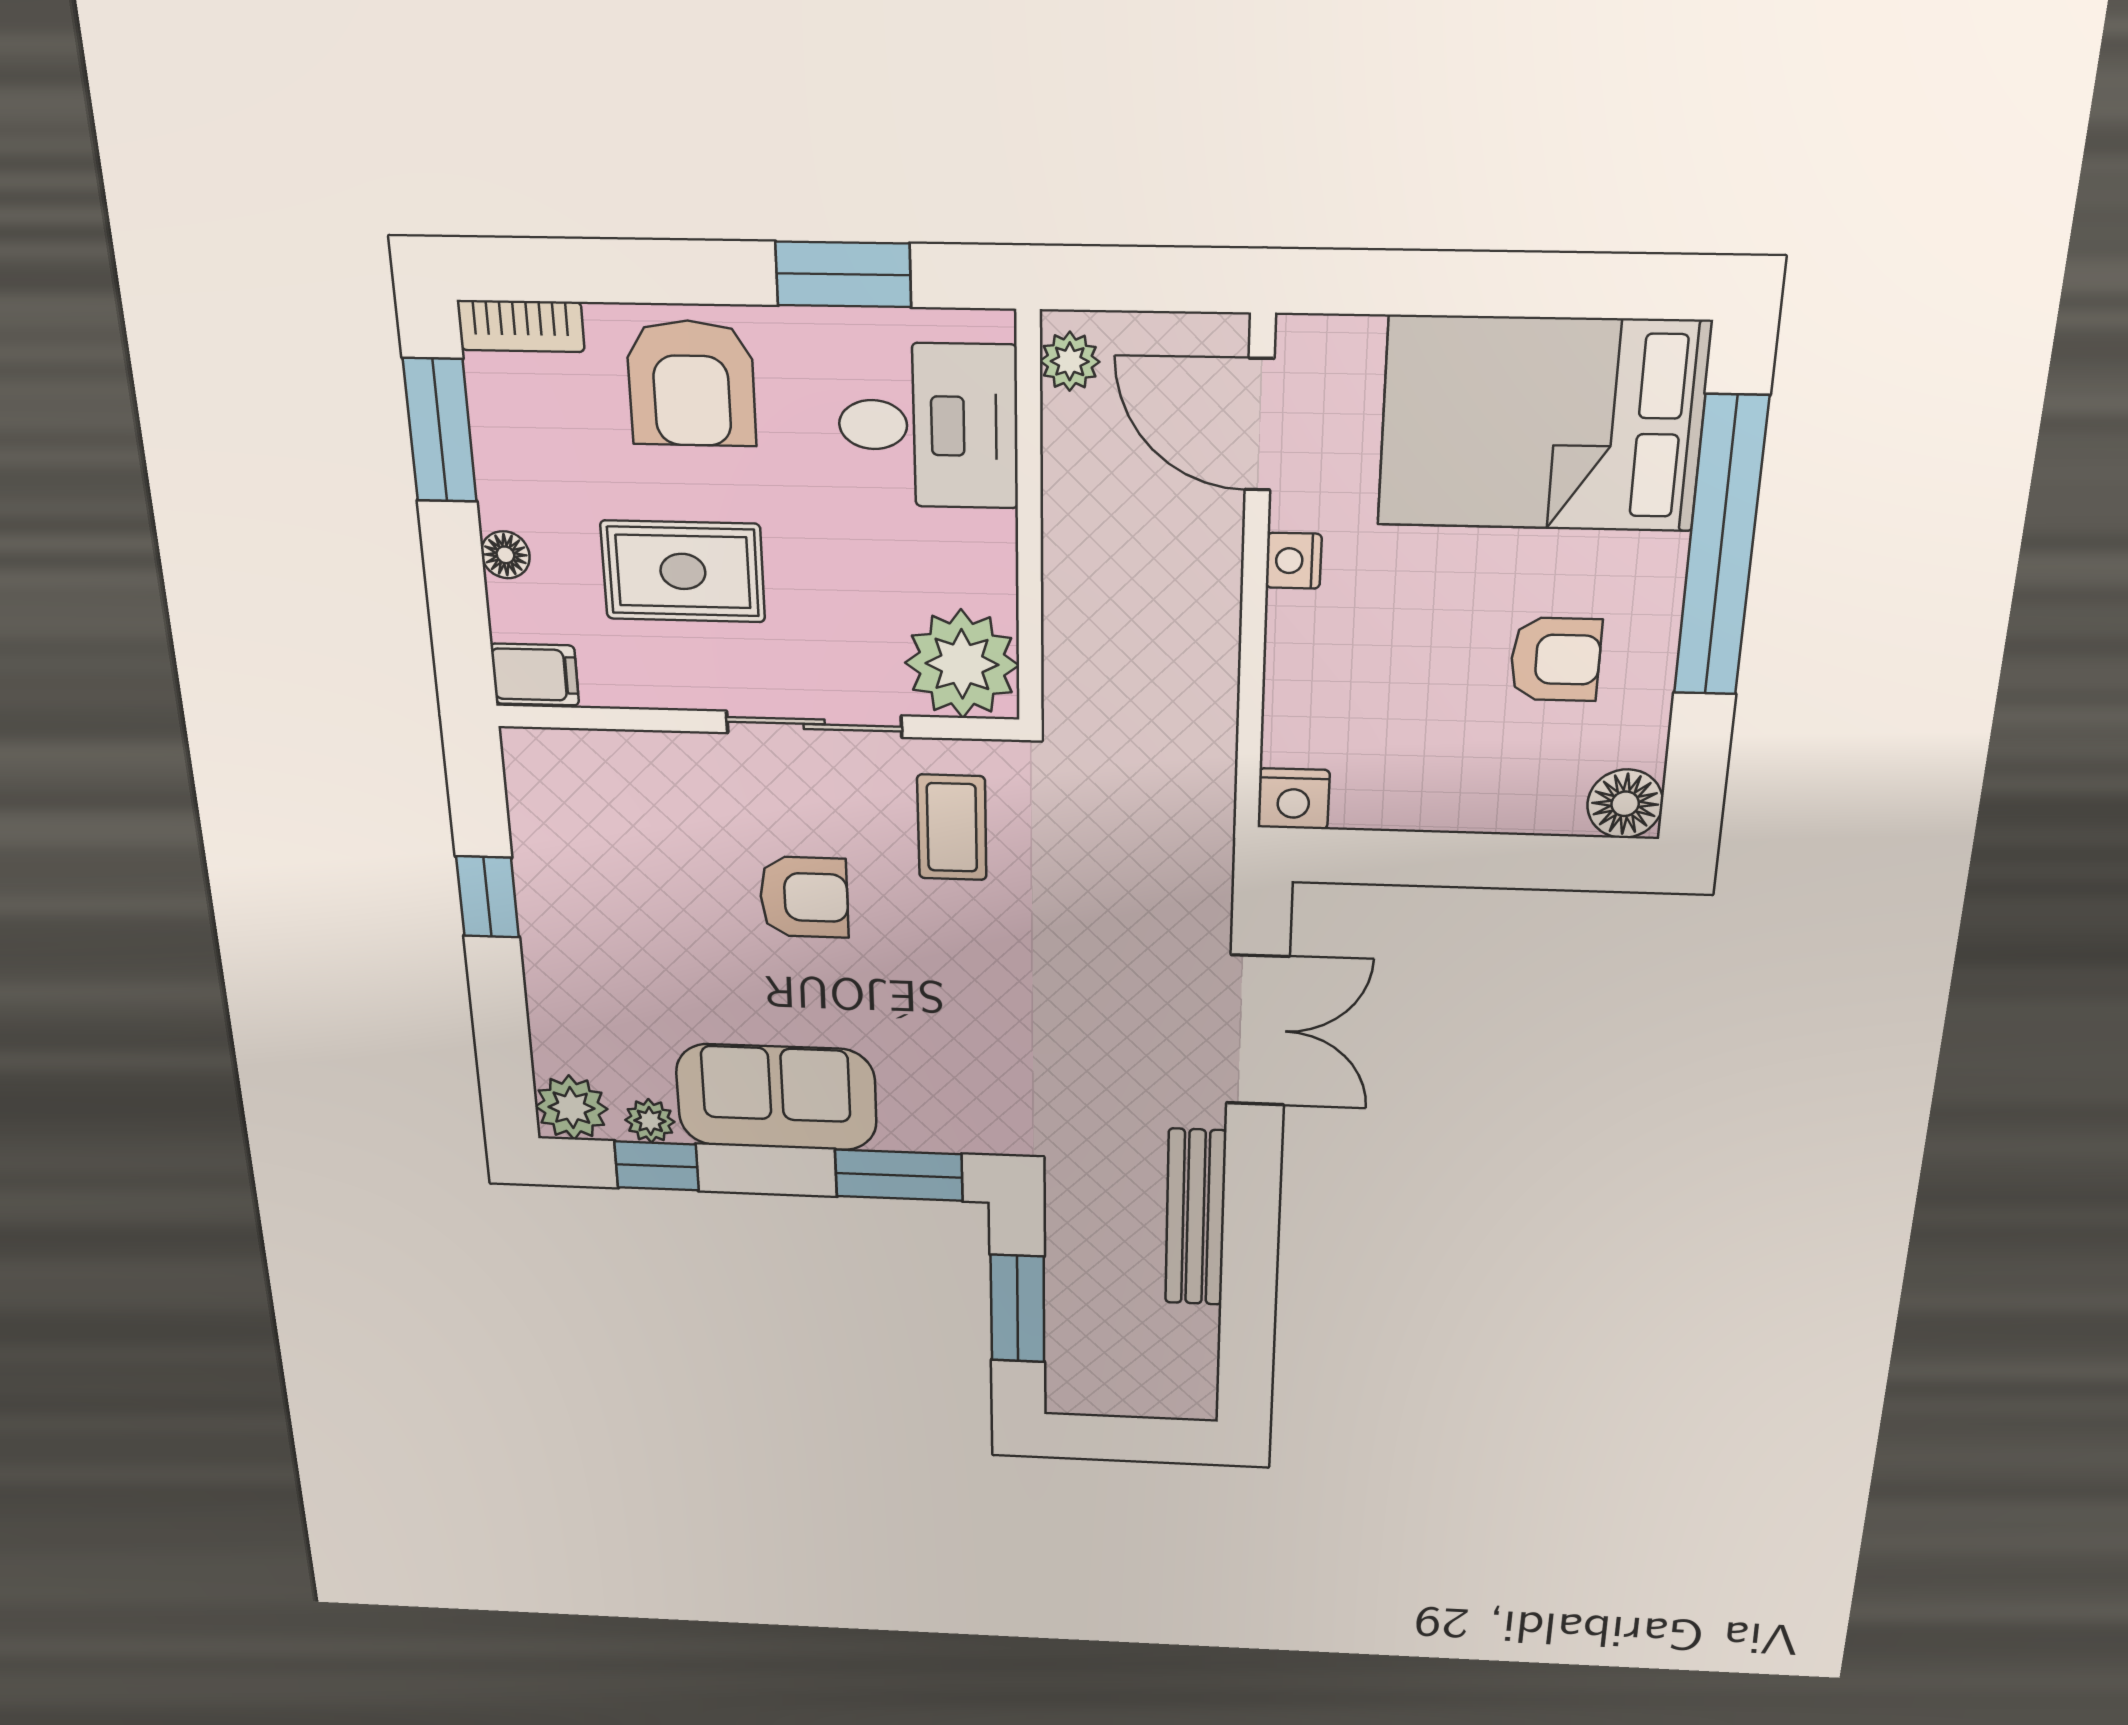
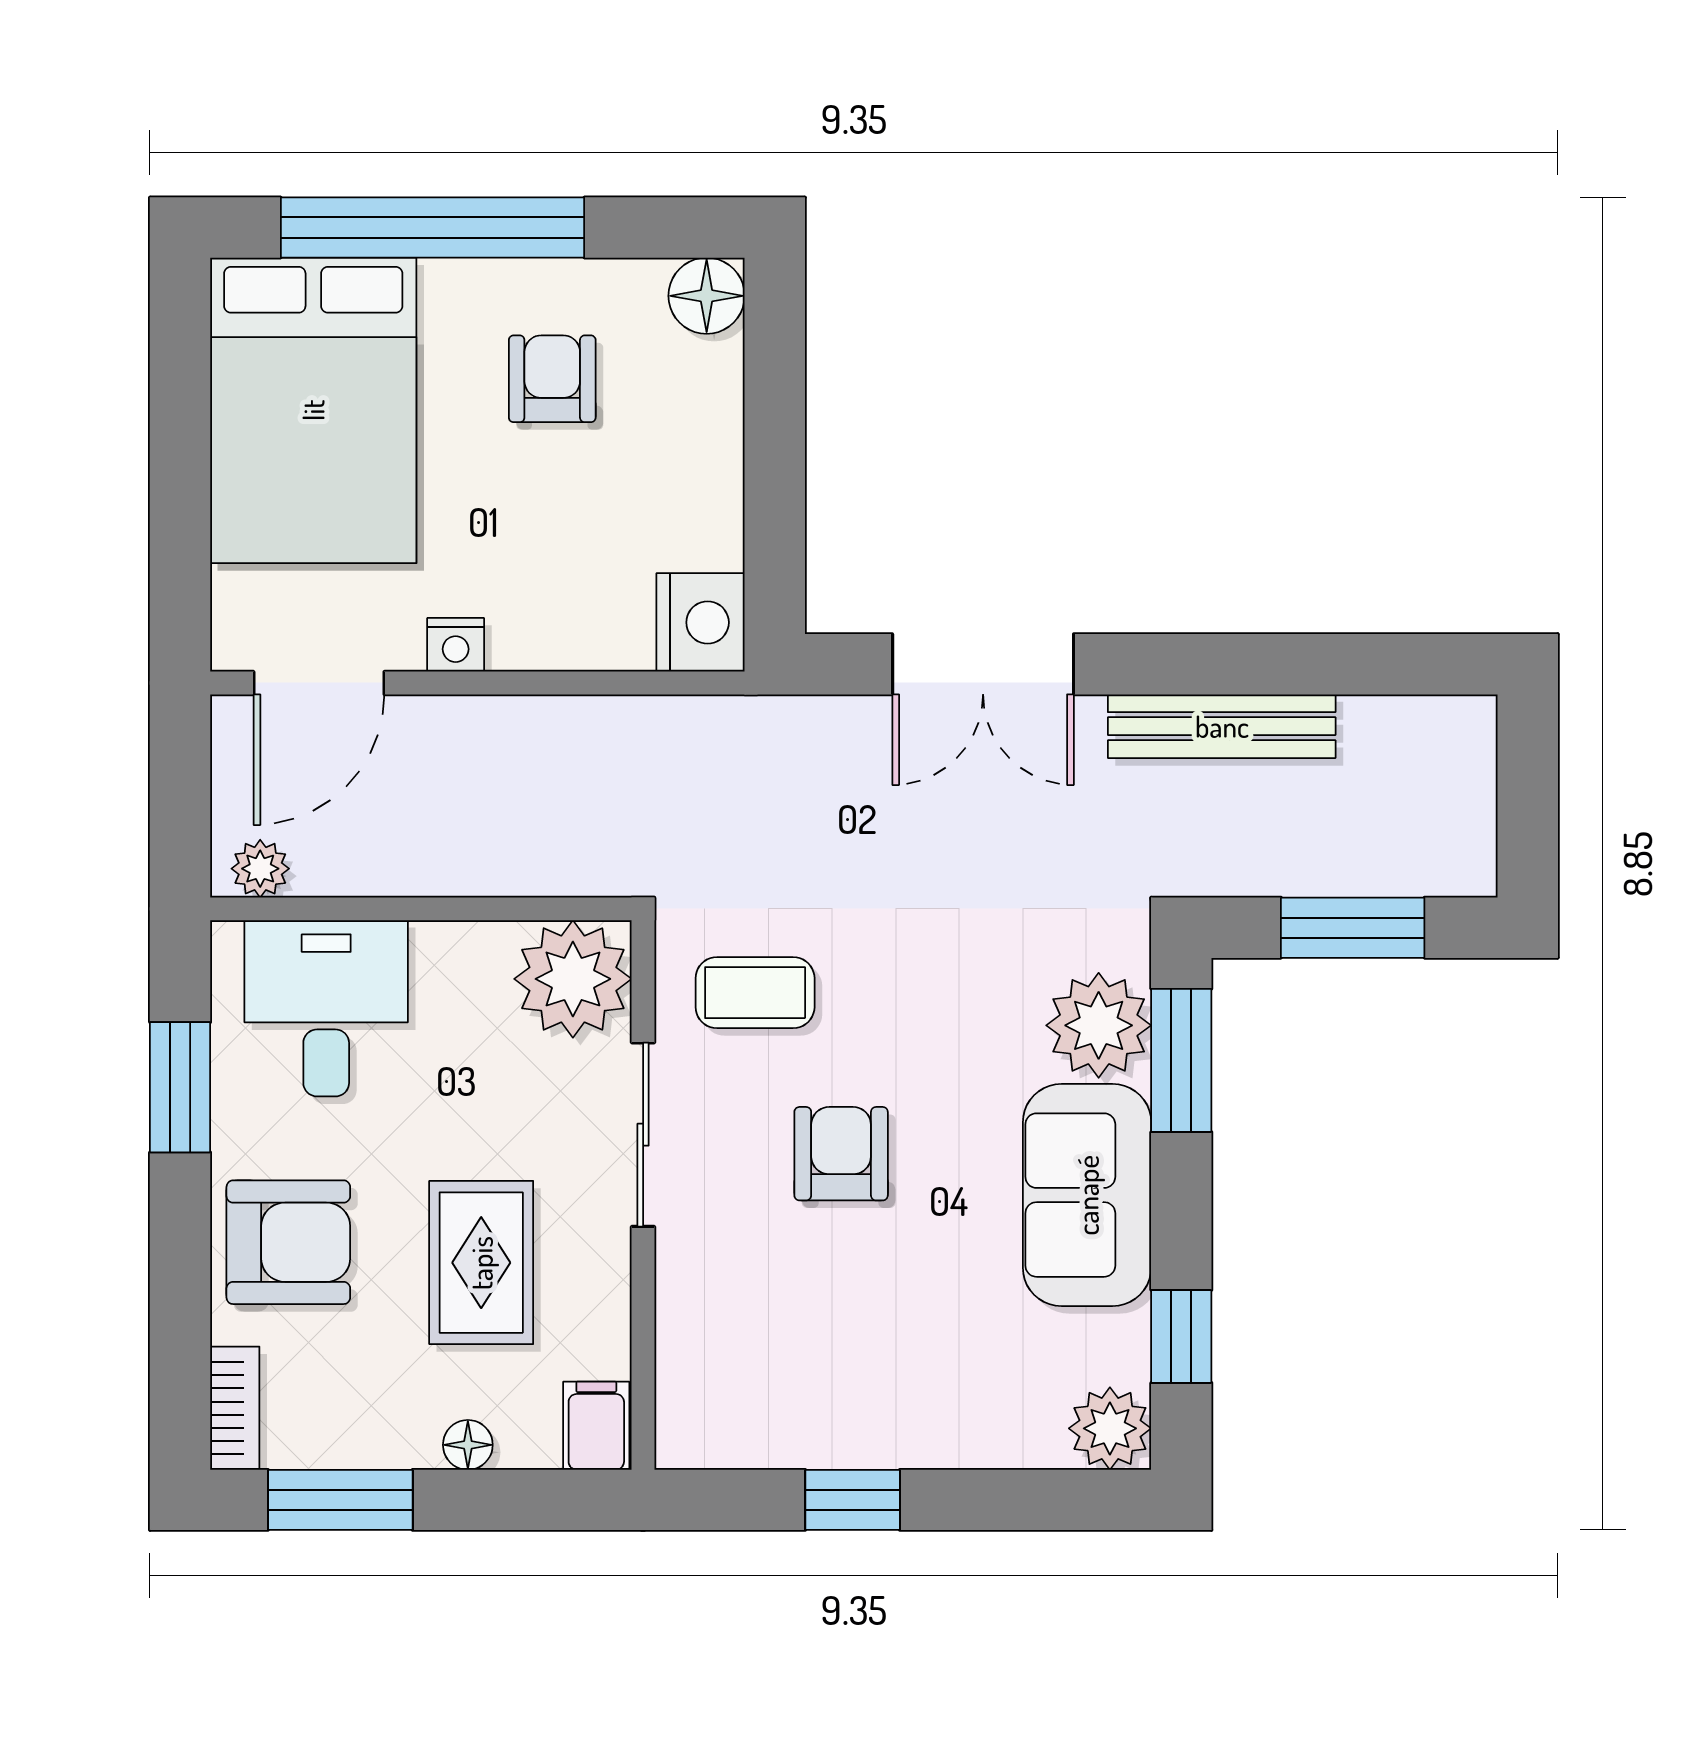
nightstand: (1293, 799) -> (701, 622), width x1.36, depth x1.33
double door: (1258, 1031) -> (983, 664), swing flipped
plant: (650, 1121) -> (1099, 1025), moved, width x1.88, depth x1.88

